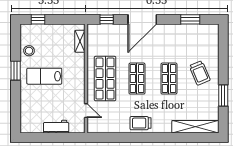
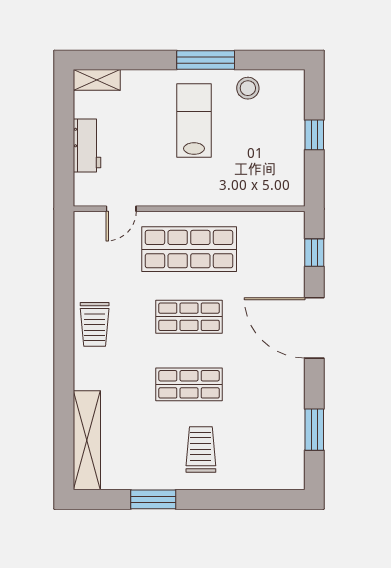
window: (38, 19) -> (314, 135), moved
shelving: (80, 41) -> (97, 80), moved
window: (16, 71) -> (206, 60), width x1.44
trolley: (200, 73) -> (201, 449), turned 113
trolley: (141, 123) -> (95, 324), turned 180

